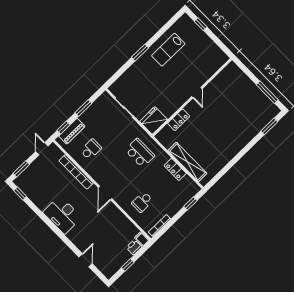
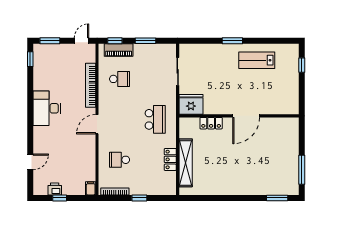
door: (197, 93) -> (246, 116), width x1.87
window: (190, 204) -> (139, 198), moved
printer: (134, 247) -> (55, 189), moved

